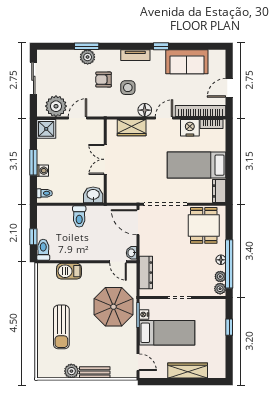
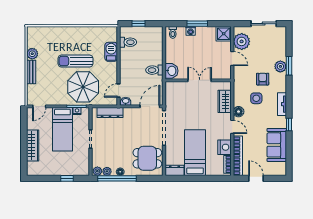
toilet: (79, 216) -> (154, 70), moved
toilet: (43, 250) -> (128, 42), moved
sun lounger: (61, 327) -> (76, 61), moved

